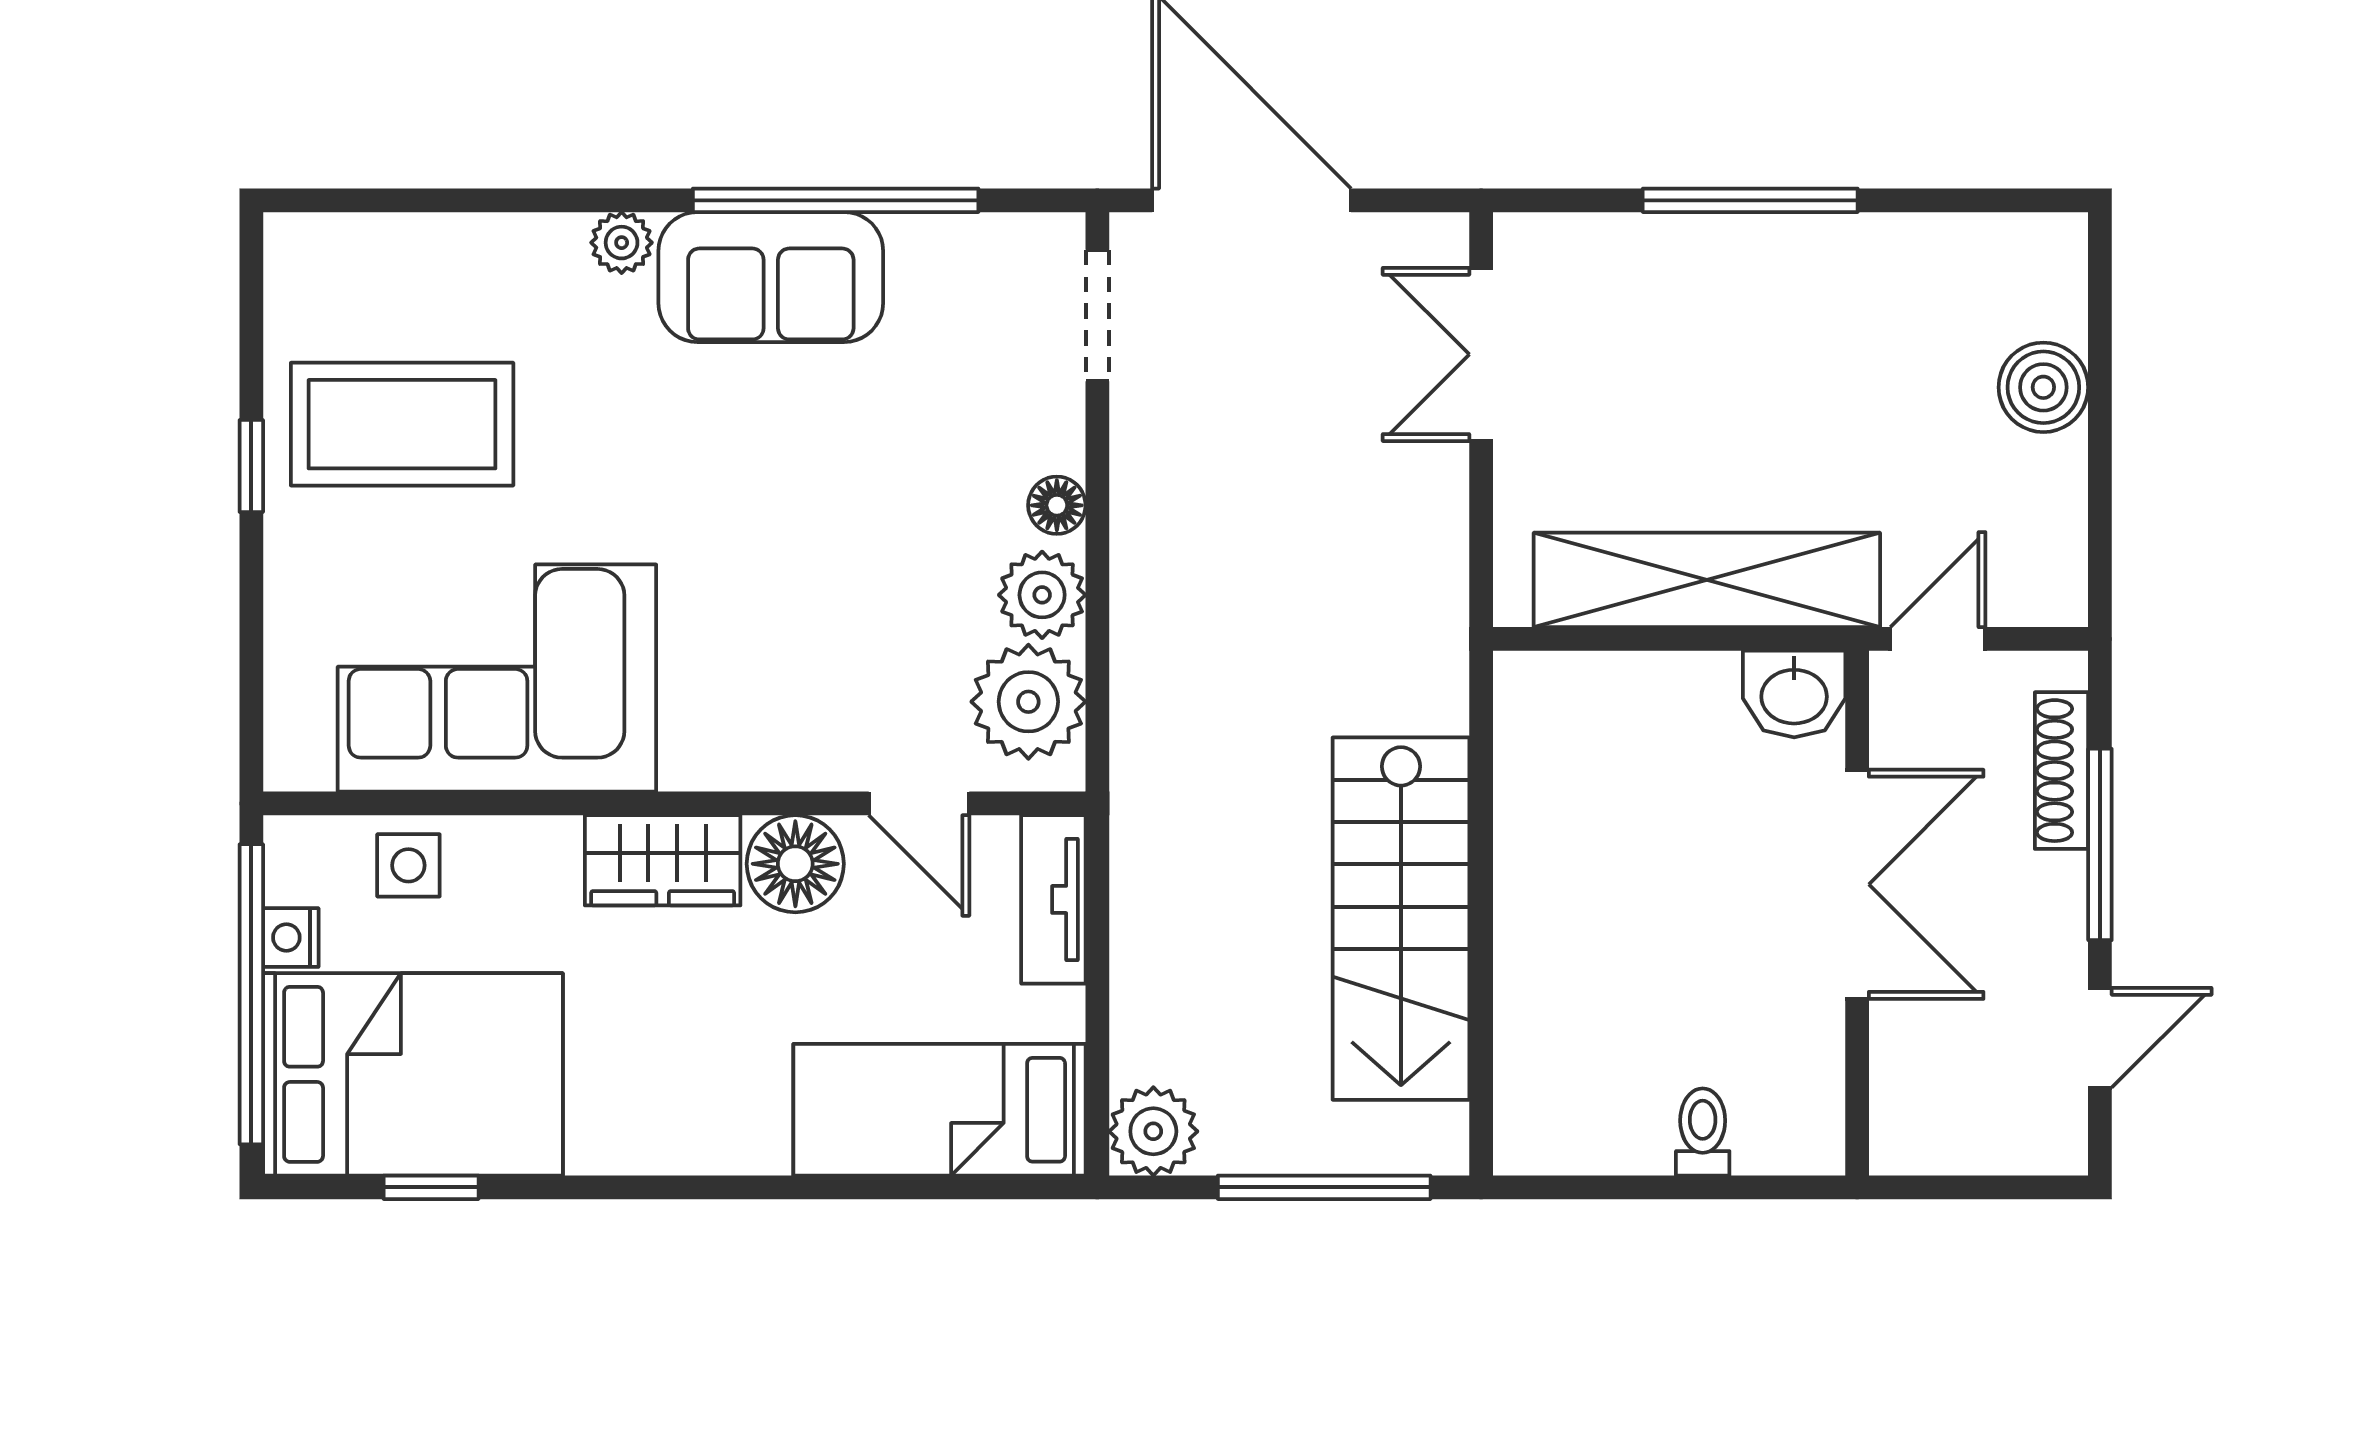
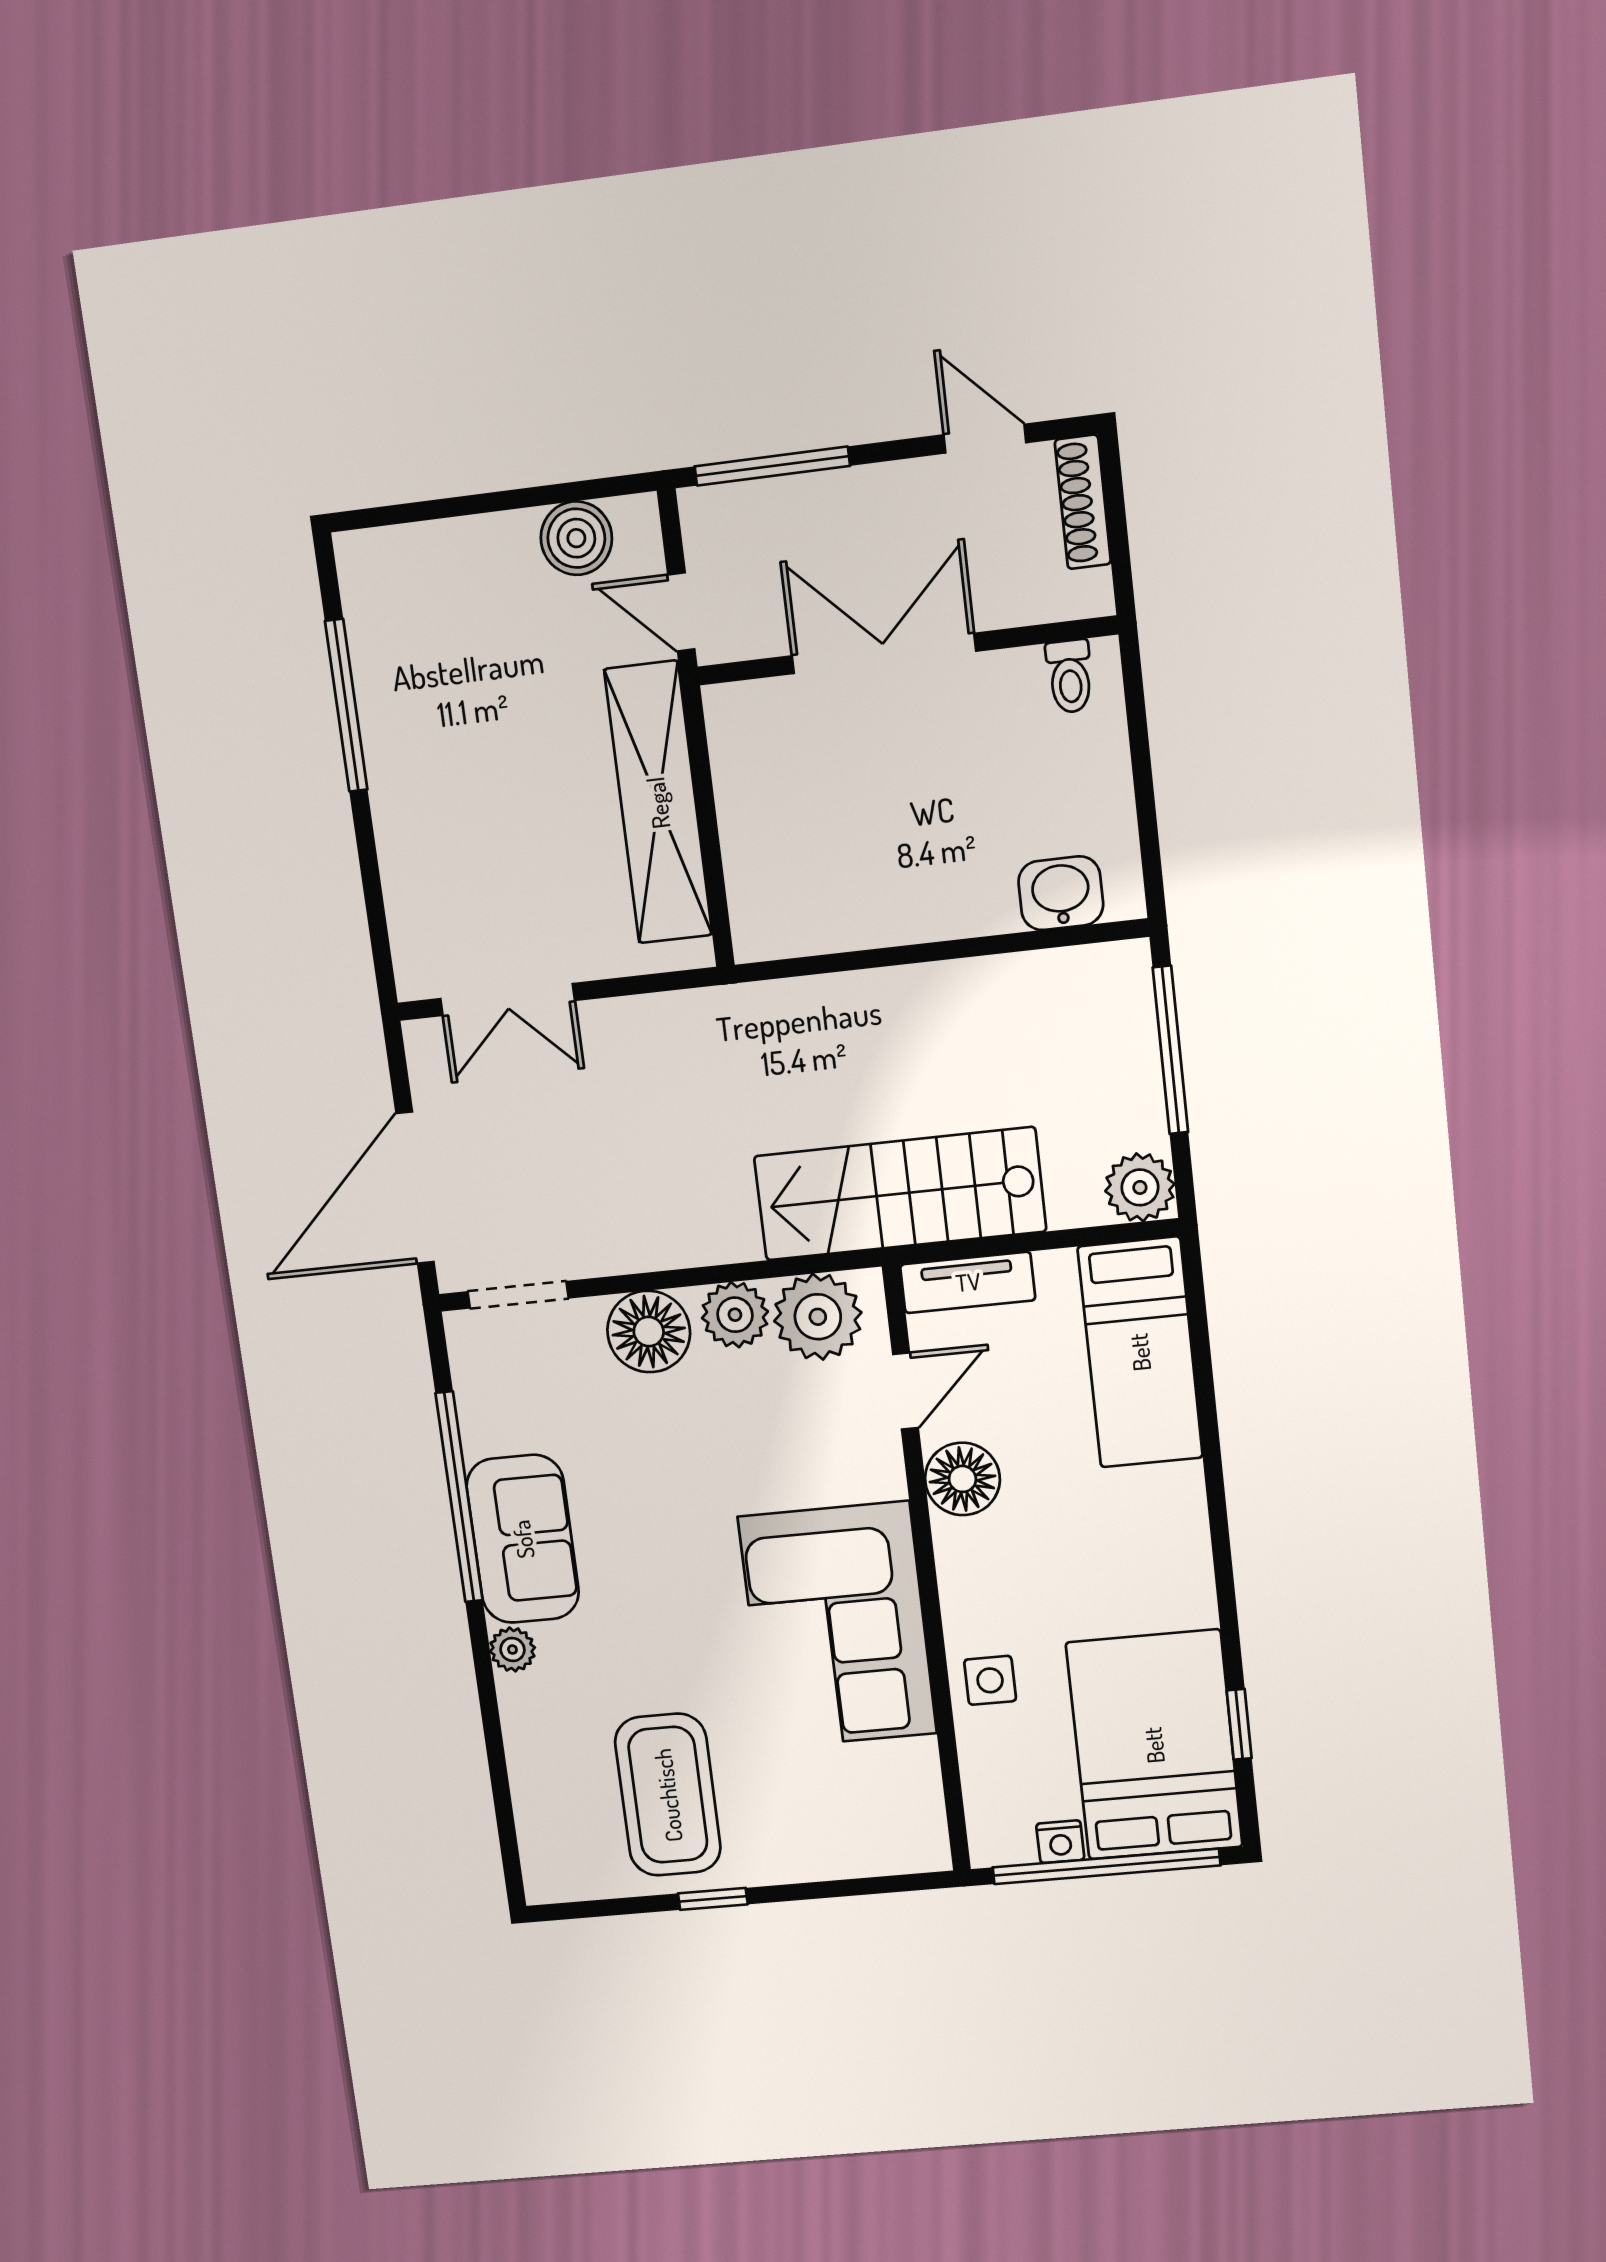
window: (1750, 200) -> (346, 706), moved
boiler: (2043, 387) -> (576, 538), moved
floor lamp: (1057, 505) -> (649, 1332), width x1.89, depth x1.89
corner sofa: (497, 678) -> (837, 1625), moved
washbasin: (1794, 694) -> (1061, 893), moved, turned -90
shoe rack: (2062, 771) -> (1083, 502), moved, turned 90
window: (2100, 844) -> (772, 466), moved
wardrobe: (663, 860) -> (971, 1577), removed
side table: (408, 865) -> (990, 1680), moved
stairs: (1401, 919) -> (900, 1194), moved, turned 180
toilet: (1703, 1132) -> (1070, 676), moved, turned -90

